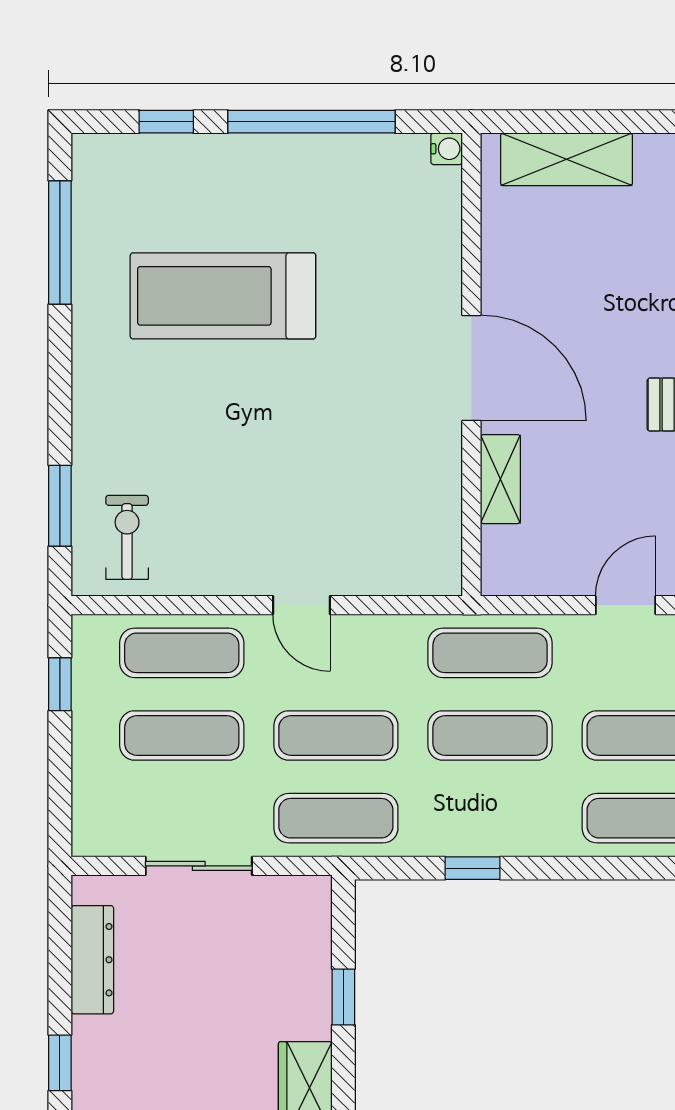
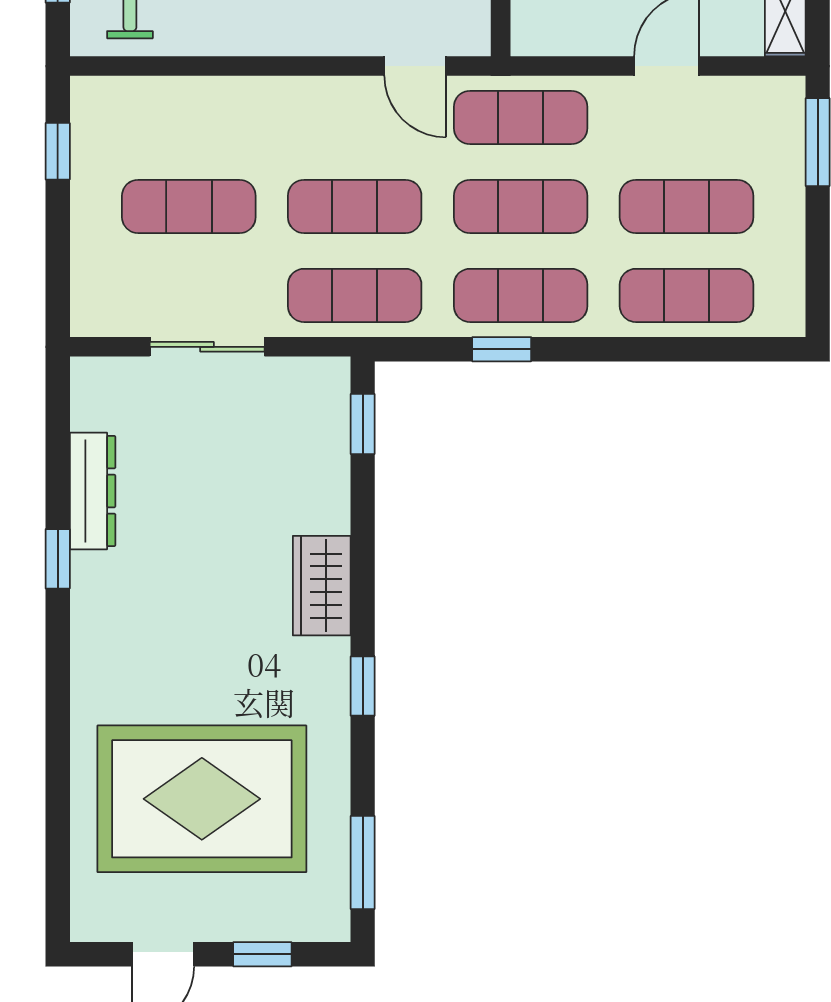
door: (301, 605) -> (415, 66), moved
exercise mat: (182, 653) -> (521, 295), moved
dresser: (92, 960) -> (93, 491), moved
window: (343, 997) -> (363, 424), moved

